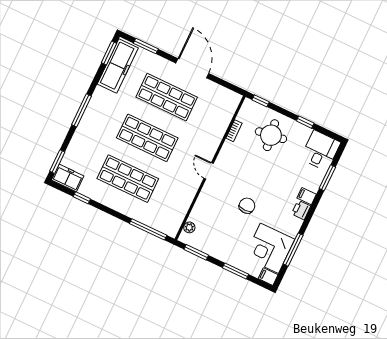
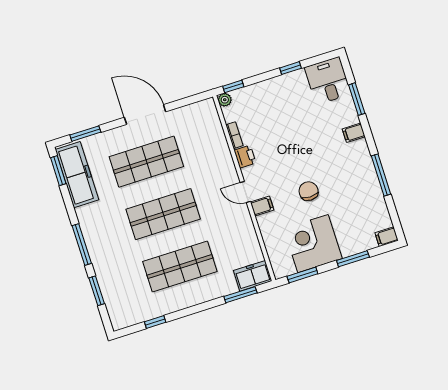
round table: (271, 135) -> (271, 108), removed
window: (57, 162) -> (97, 291), moved
freezer: (68, 178) -> (253, 276), moved
filing cabinet: (211, 189) -> (262, 206), added
printer: (301, 210) -> (245, 157), moved, turned 180
plant: (189, 227) -> (225, 100), moved
window: (148, 229) -> (240, 295), width x0.69
corner desk: (269, 248) -> (313, 244), moved, turned 90
window: (293, 250) -> (381, 175), moved

